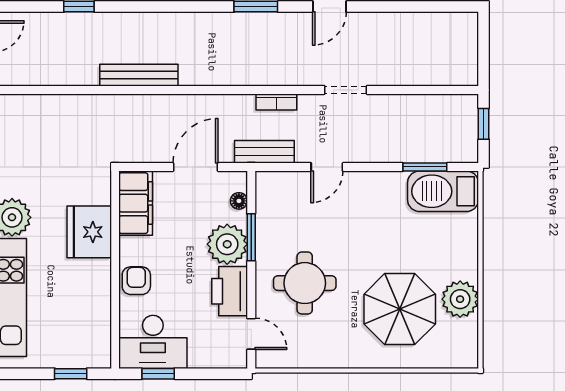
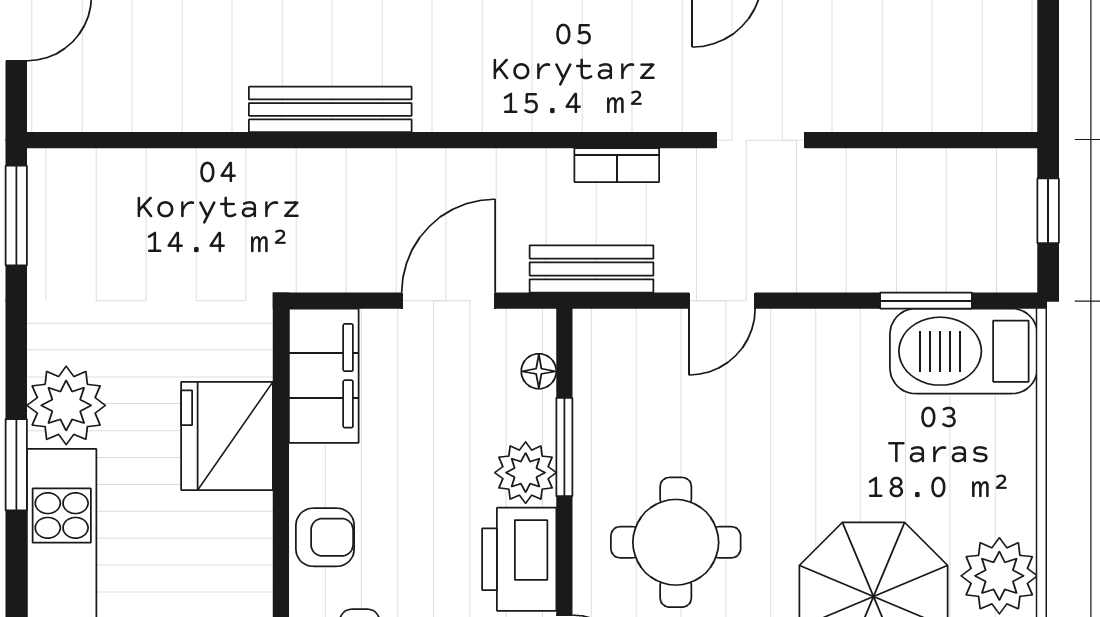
plant: (227, 244) -> (526, 473), width x0.73, depth x0.73
armchair: (136, 281) -> (325, 537), turned 90

